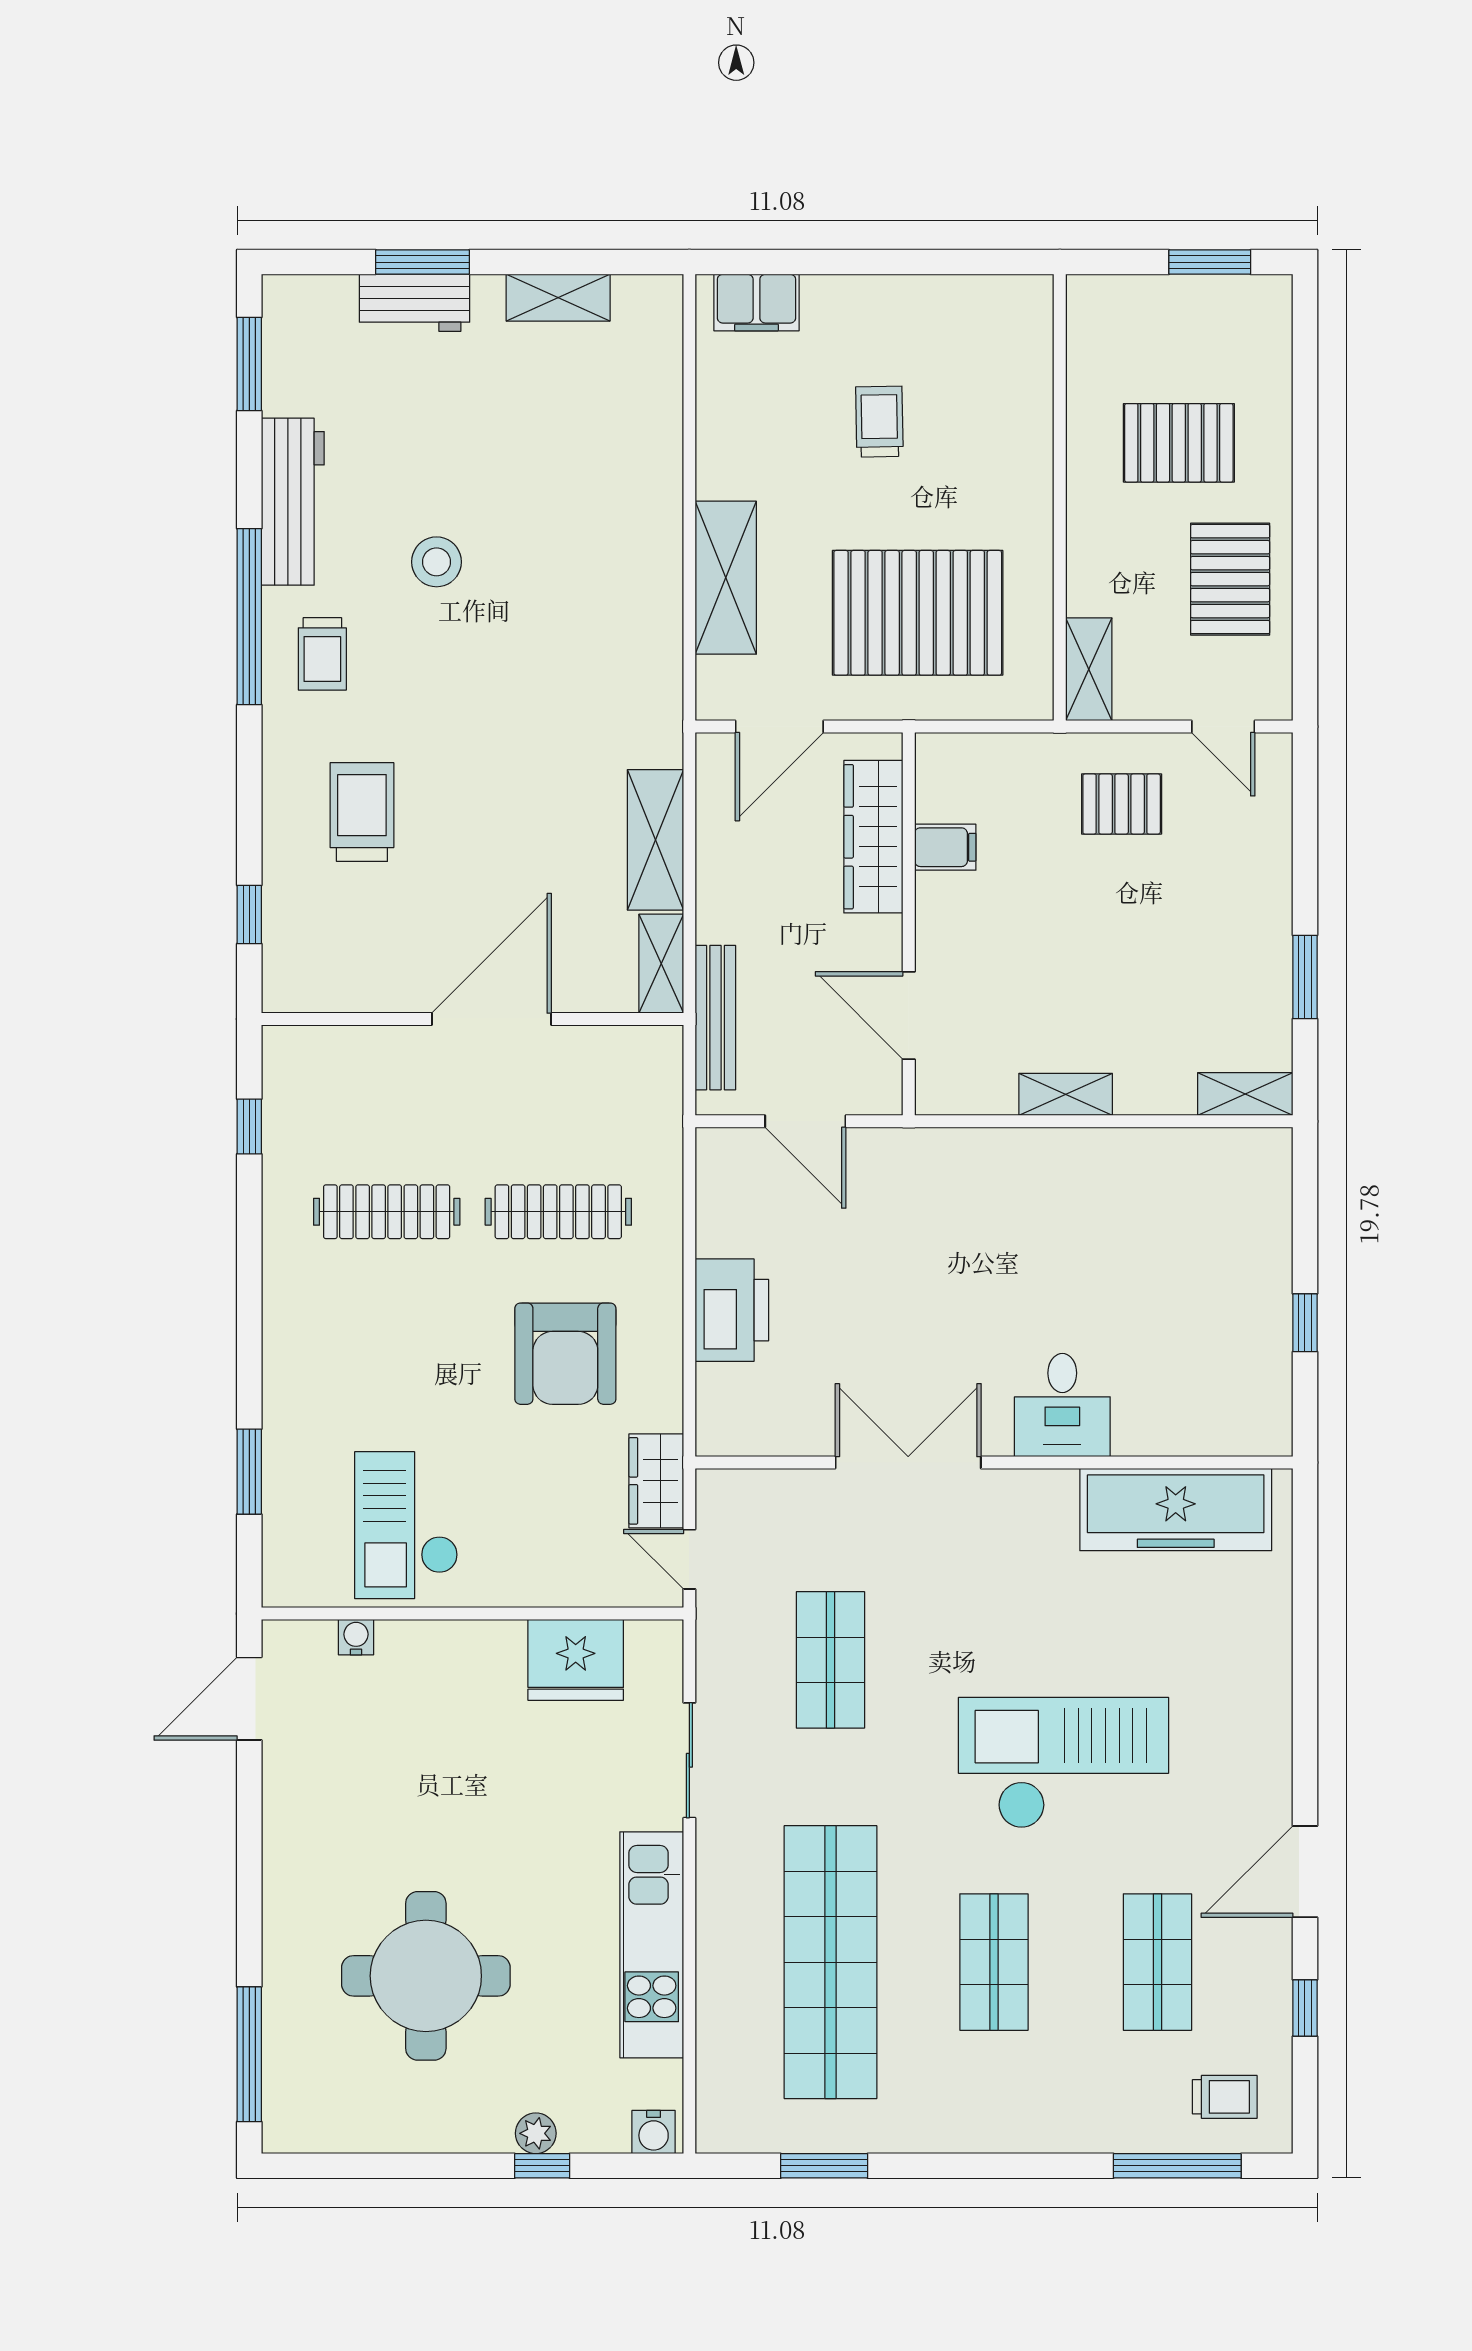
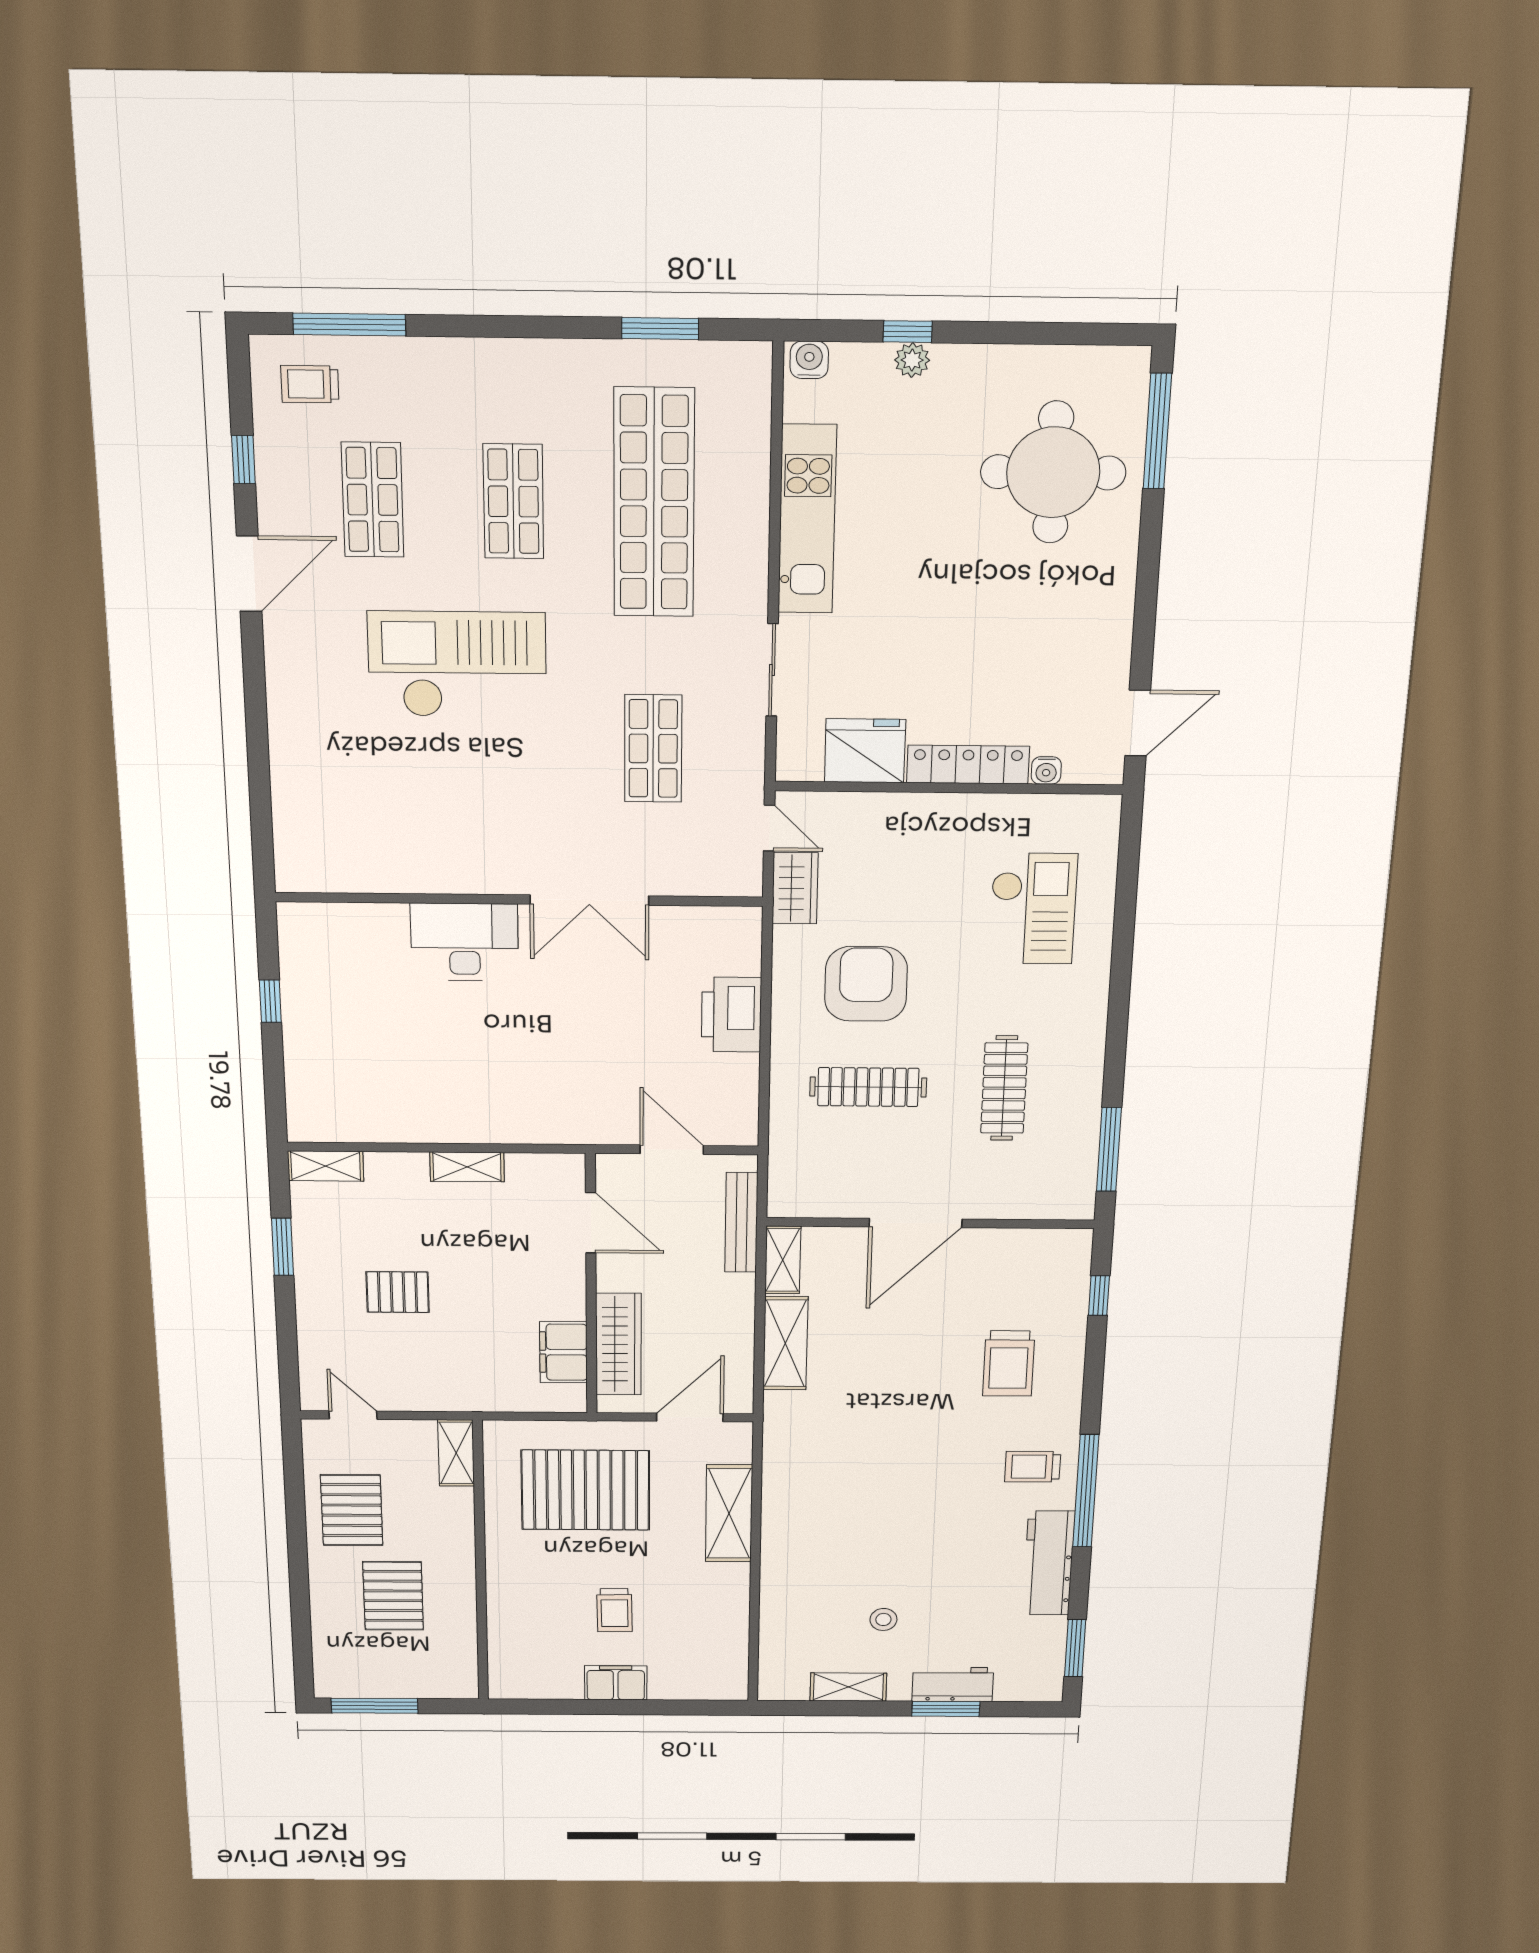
window: (1210, 262) -> (375, 1706), width x1.44
filing cabinet: (756, 303) -> (616, 1683), moved
pallet: (1179, 443) -> (393, 1596), turned 90
stool: (437, 562) -> (883, 1619), moved, width x0.73, depth x0.73
trolley: (322, 654) -> (1033, 1467), turned -90
pallet: (1122, 804) -> (398, 1292), moved
filing cabinet: (945, 847) -> (563, 1352), width x2.00
window: (249, 1127) -> (1109, 1150), width x2.17
clothes rail: (387, 1212) -> (1004, 1088), turned 90
desk: (1062, 1405) -> (465, 942), width x1.37
window: (249, 1472) -> (1126, 898), removed
freezer: (1176, 1510) -> (370, 862), removed
checkout: (406, 1525) -> (1033, 909), moved
locker: (451, 1644) -> (968, 765), added
checkout: (1063, 1763) -> (457, 665), turned 180
round table: (426, 1976) -> (1053, 472), moved

